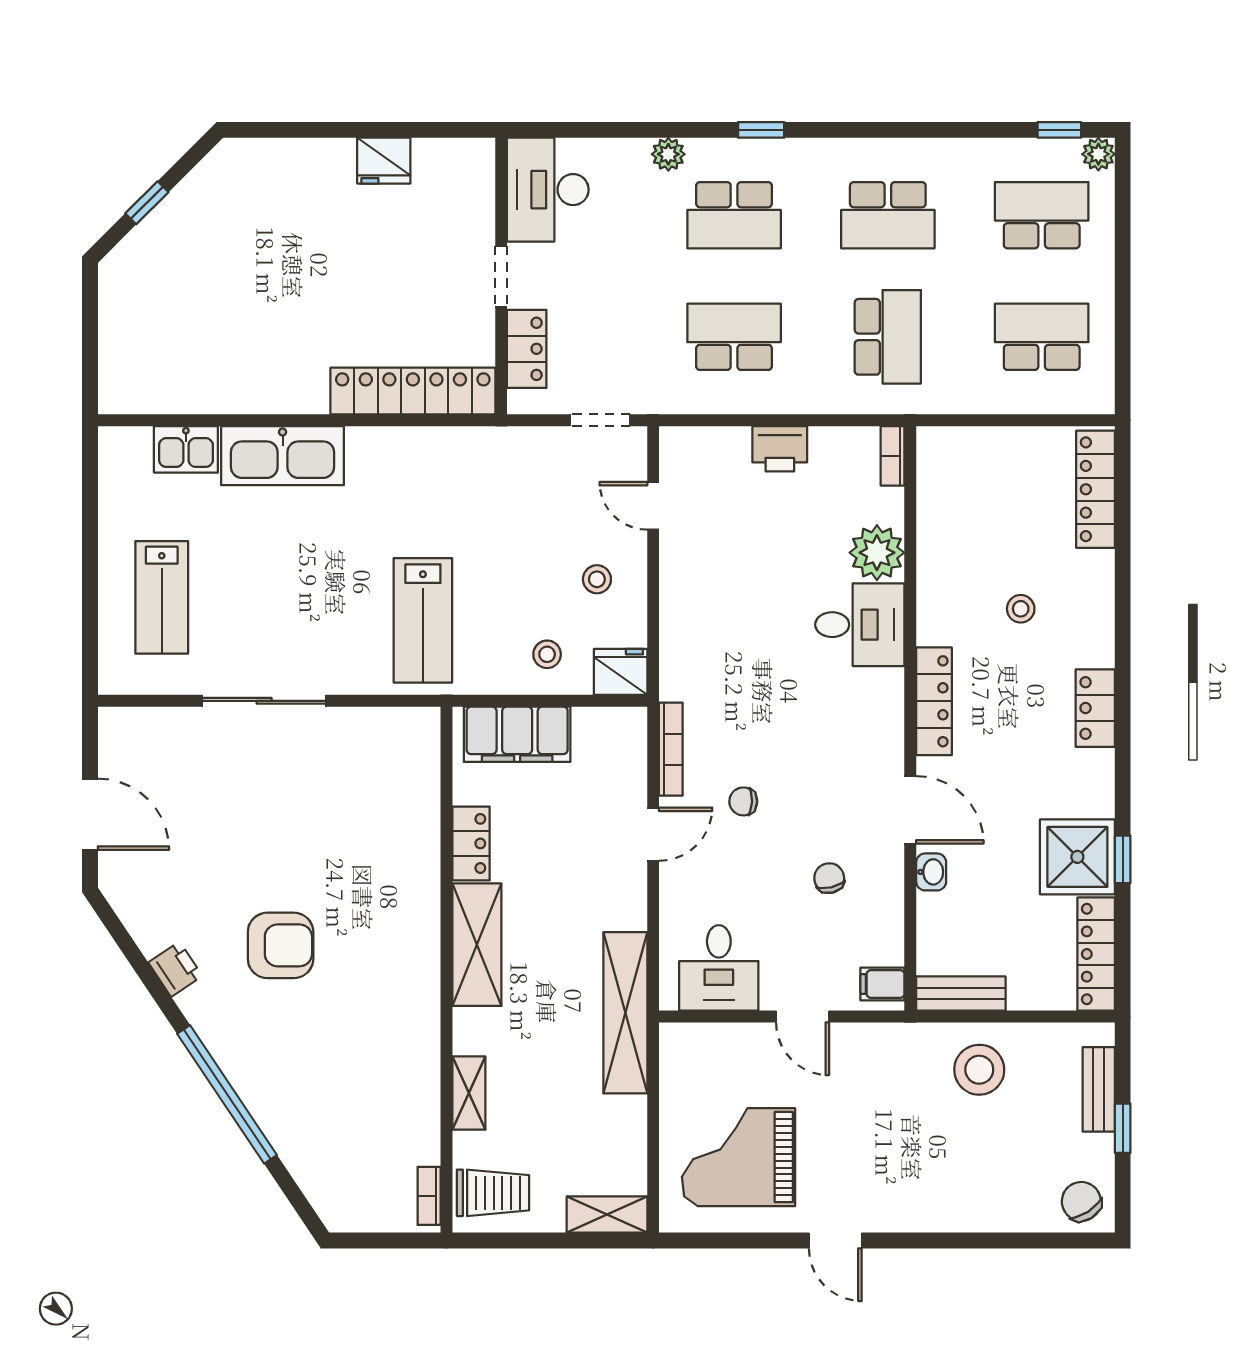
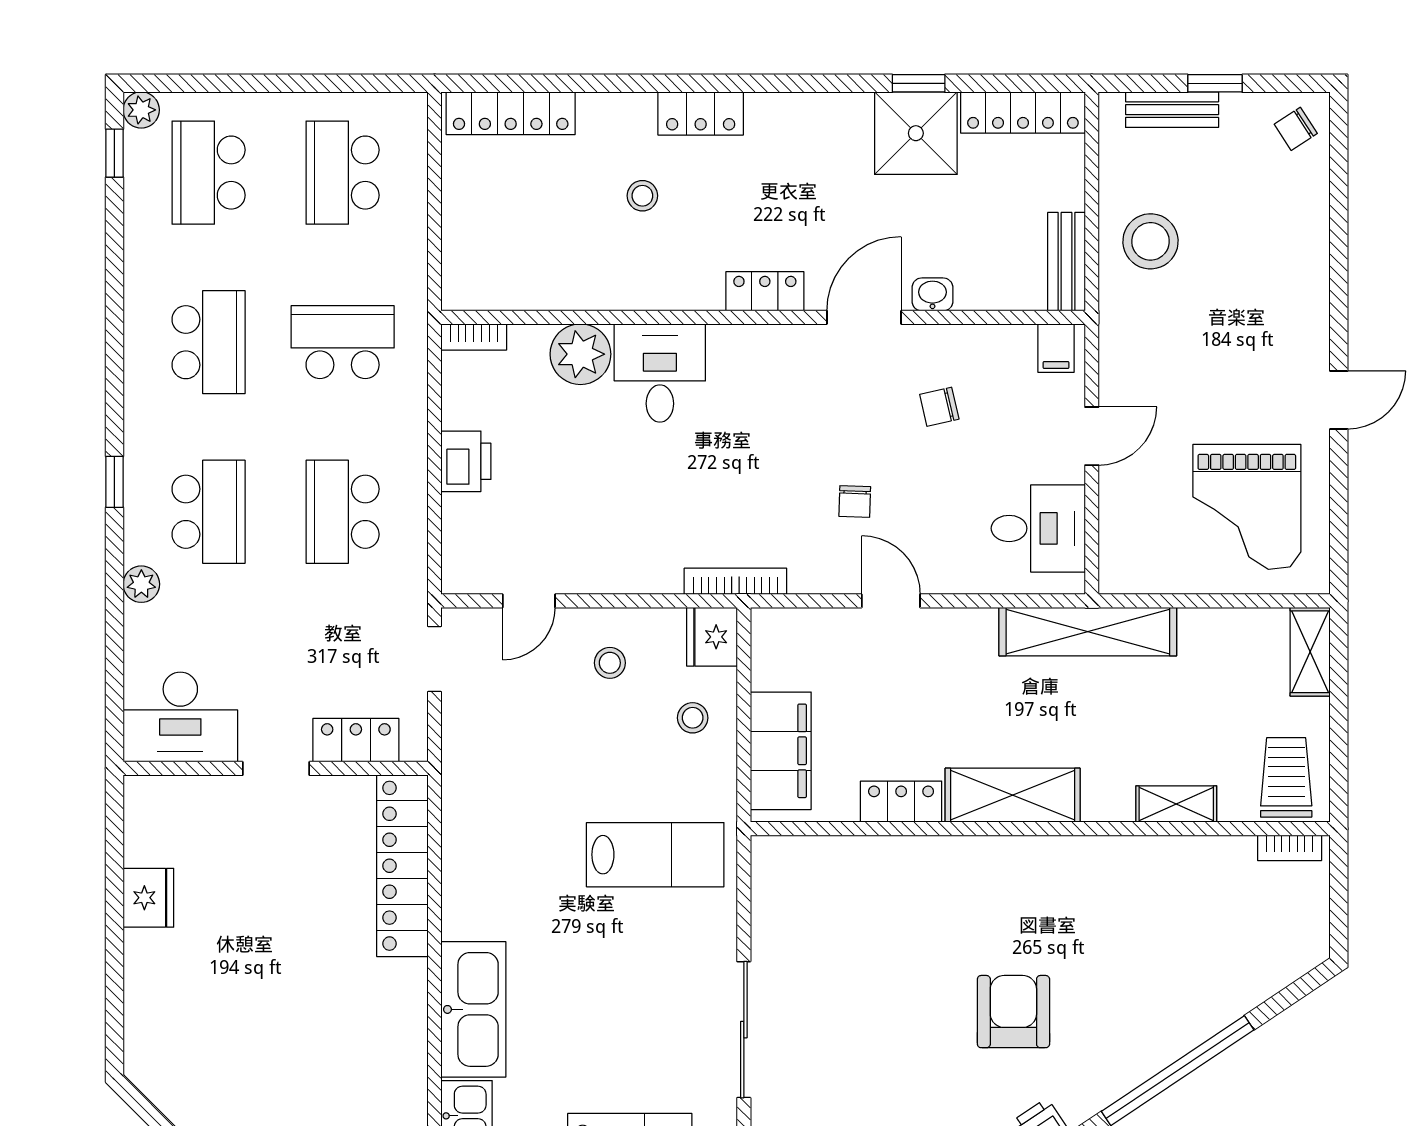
locker: (934, 701) -> (765, 291), width x0.66
locker: (1095, 708) -> (701, 113), moved
bookcase: (671, 749) -> (735, 581), moved
chair: (1081, 1201) -> (1296, 129), width x0.73, depth x0.73

